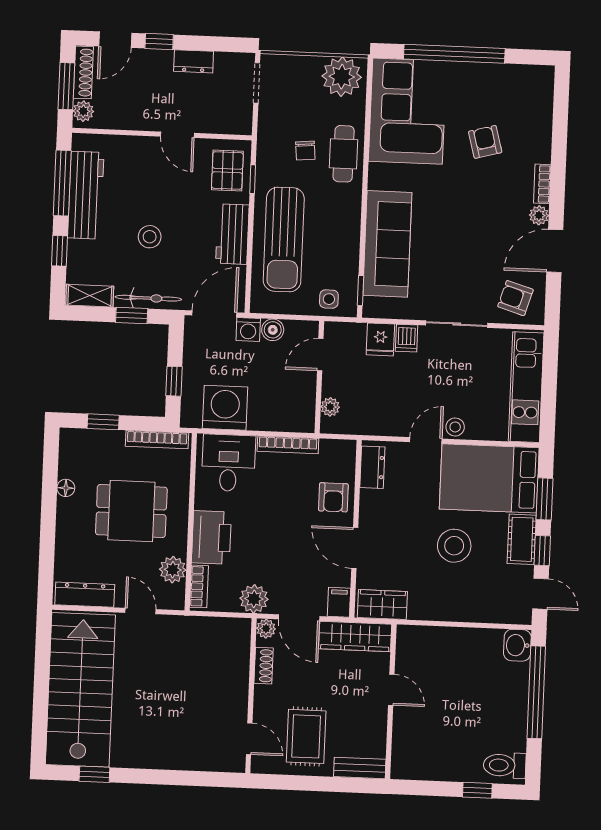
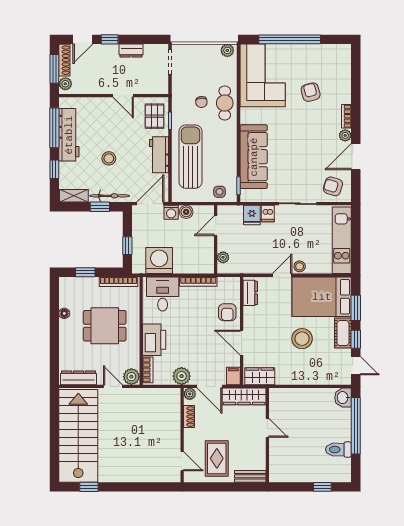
plant: (342, 77) -> (227, 50), width x0.53, depth x0.53
sun lounger: (284, 239) -> (190, 157), turned 180
plant: (173, 570) -> (131, 377), moved
toilet: (505, 765) -> (338, 450), moved

